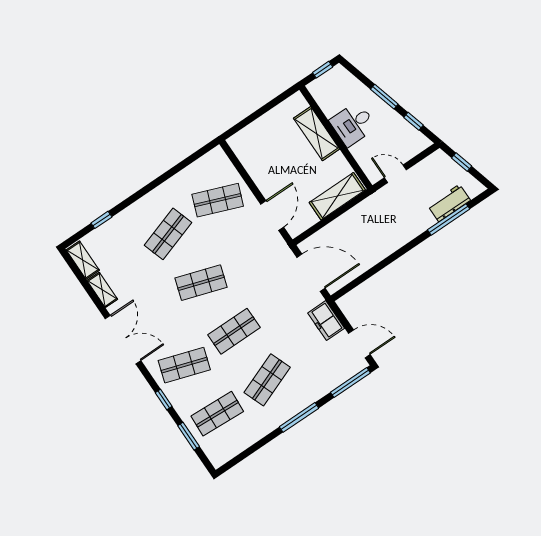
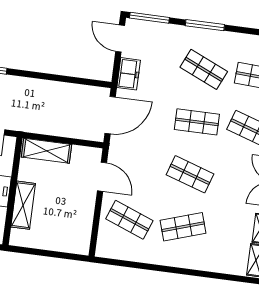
door: (272, 216) -> (102, 177), swing flipped
window: (101, 220) -> (219, 276), removed
door: (311, 273) -> (110, 115), swing flipped
shop shelf: (267, 380) -> (204, 69), turned 45

